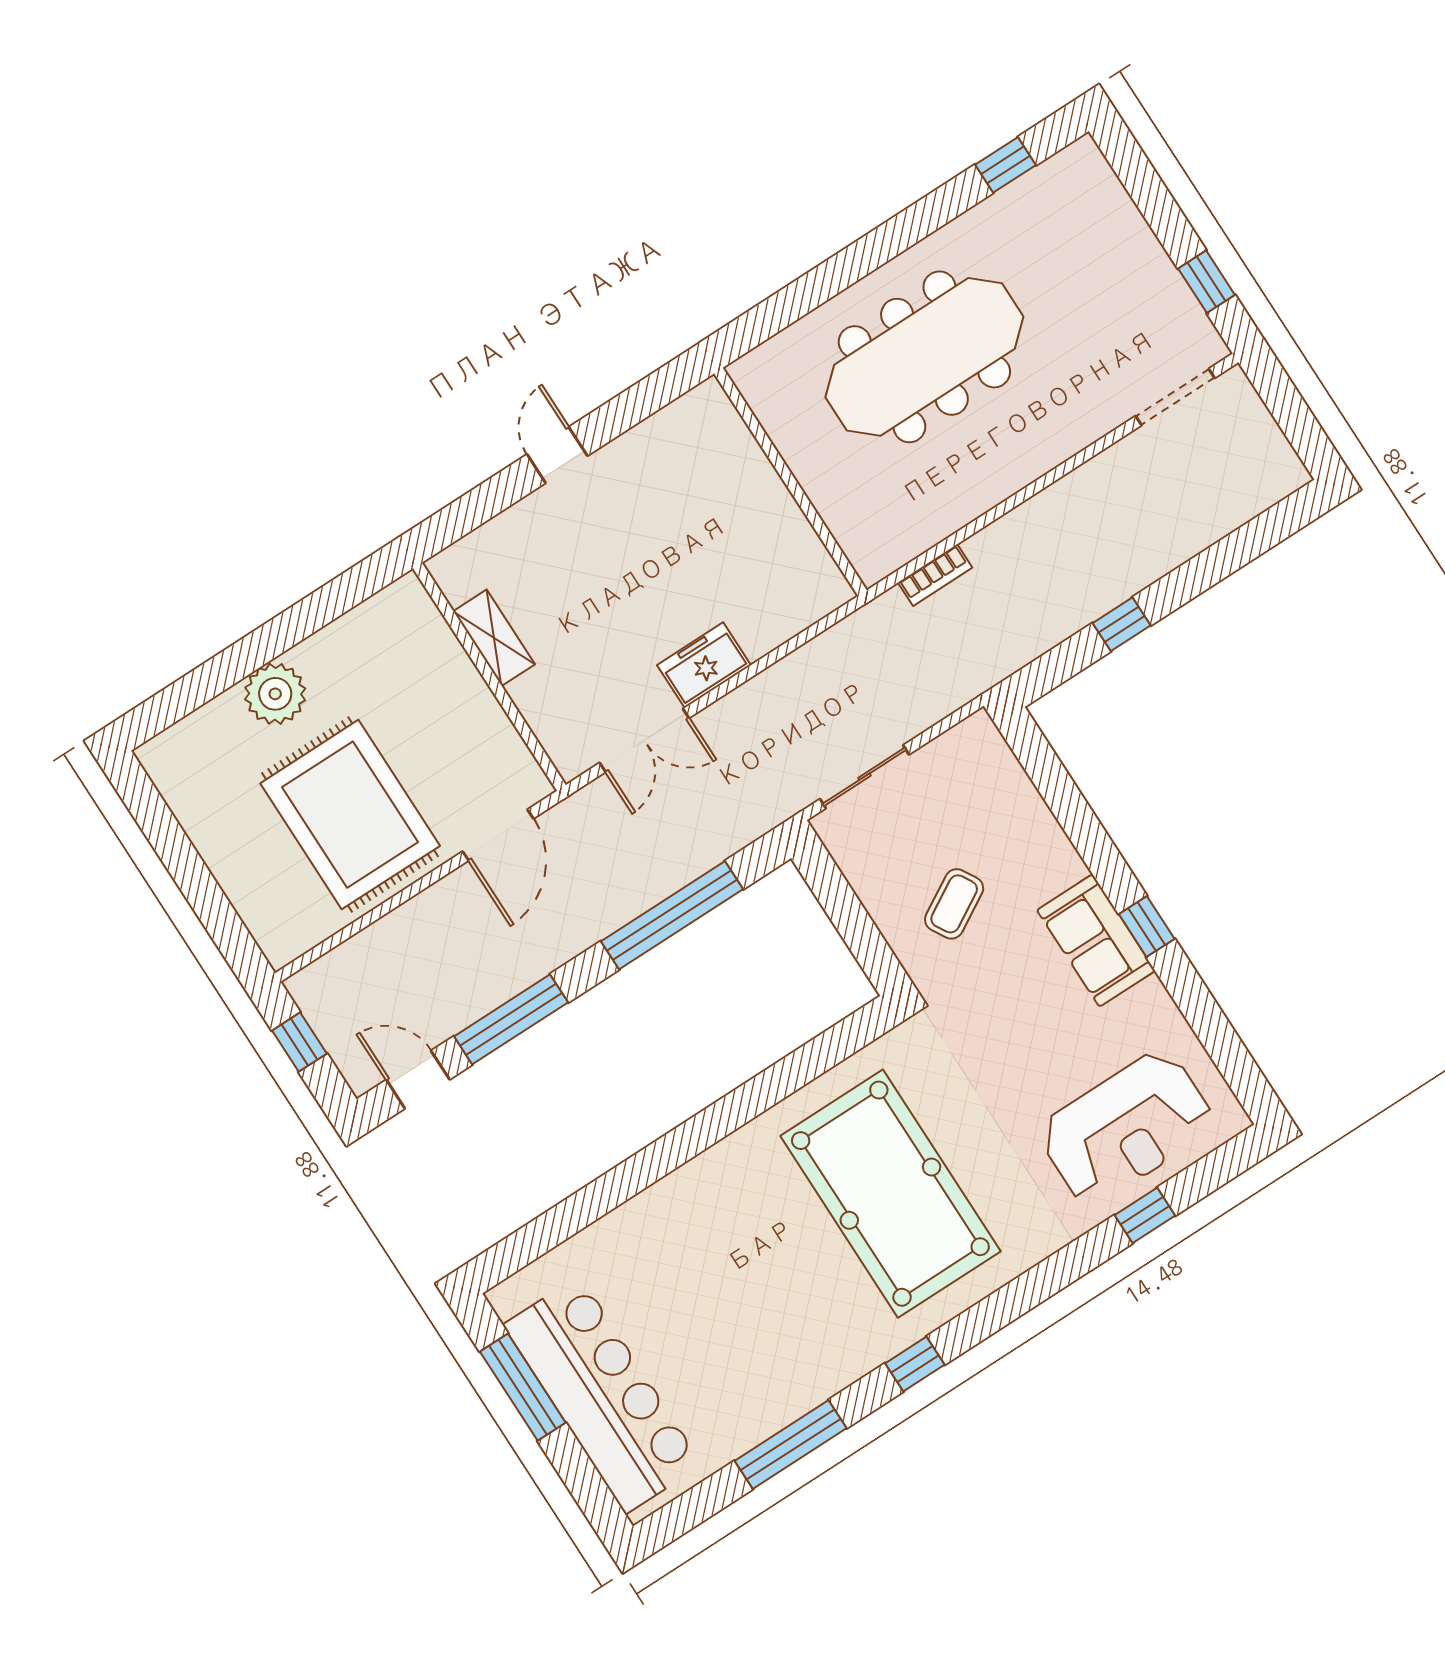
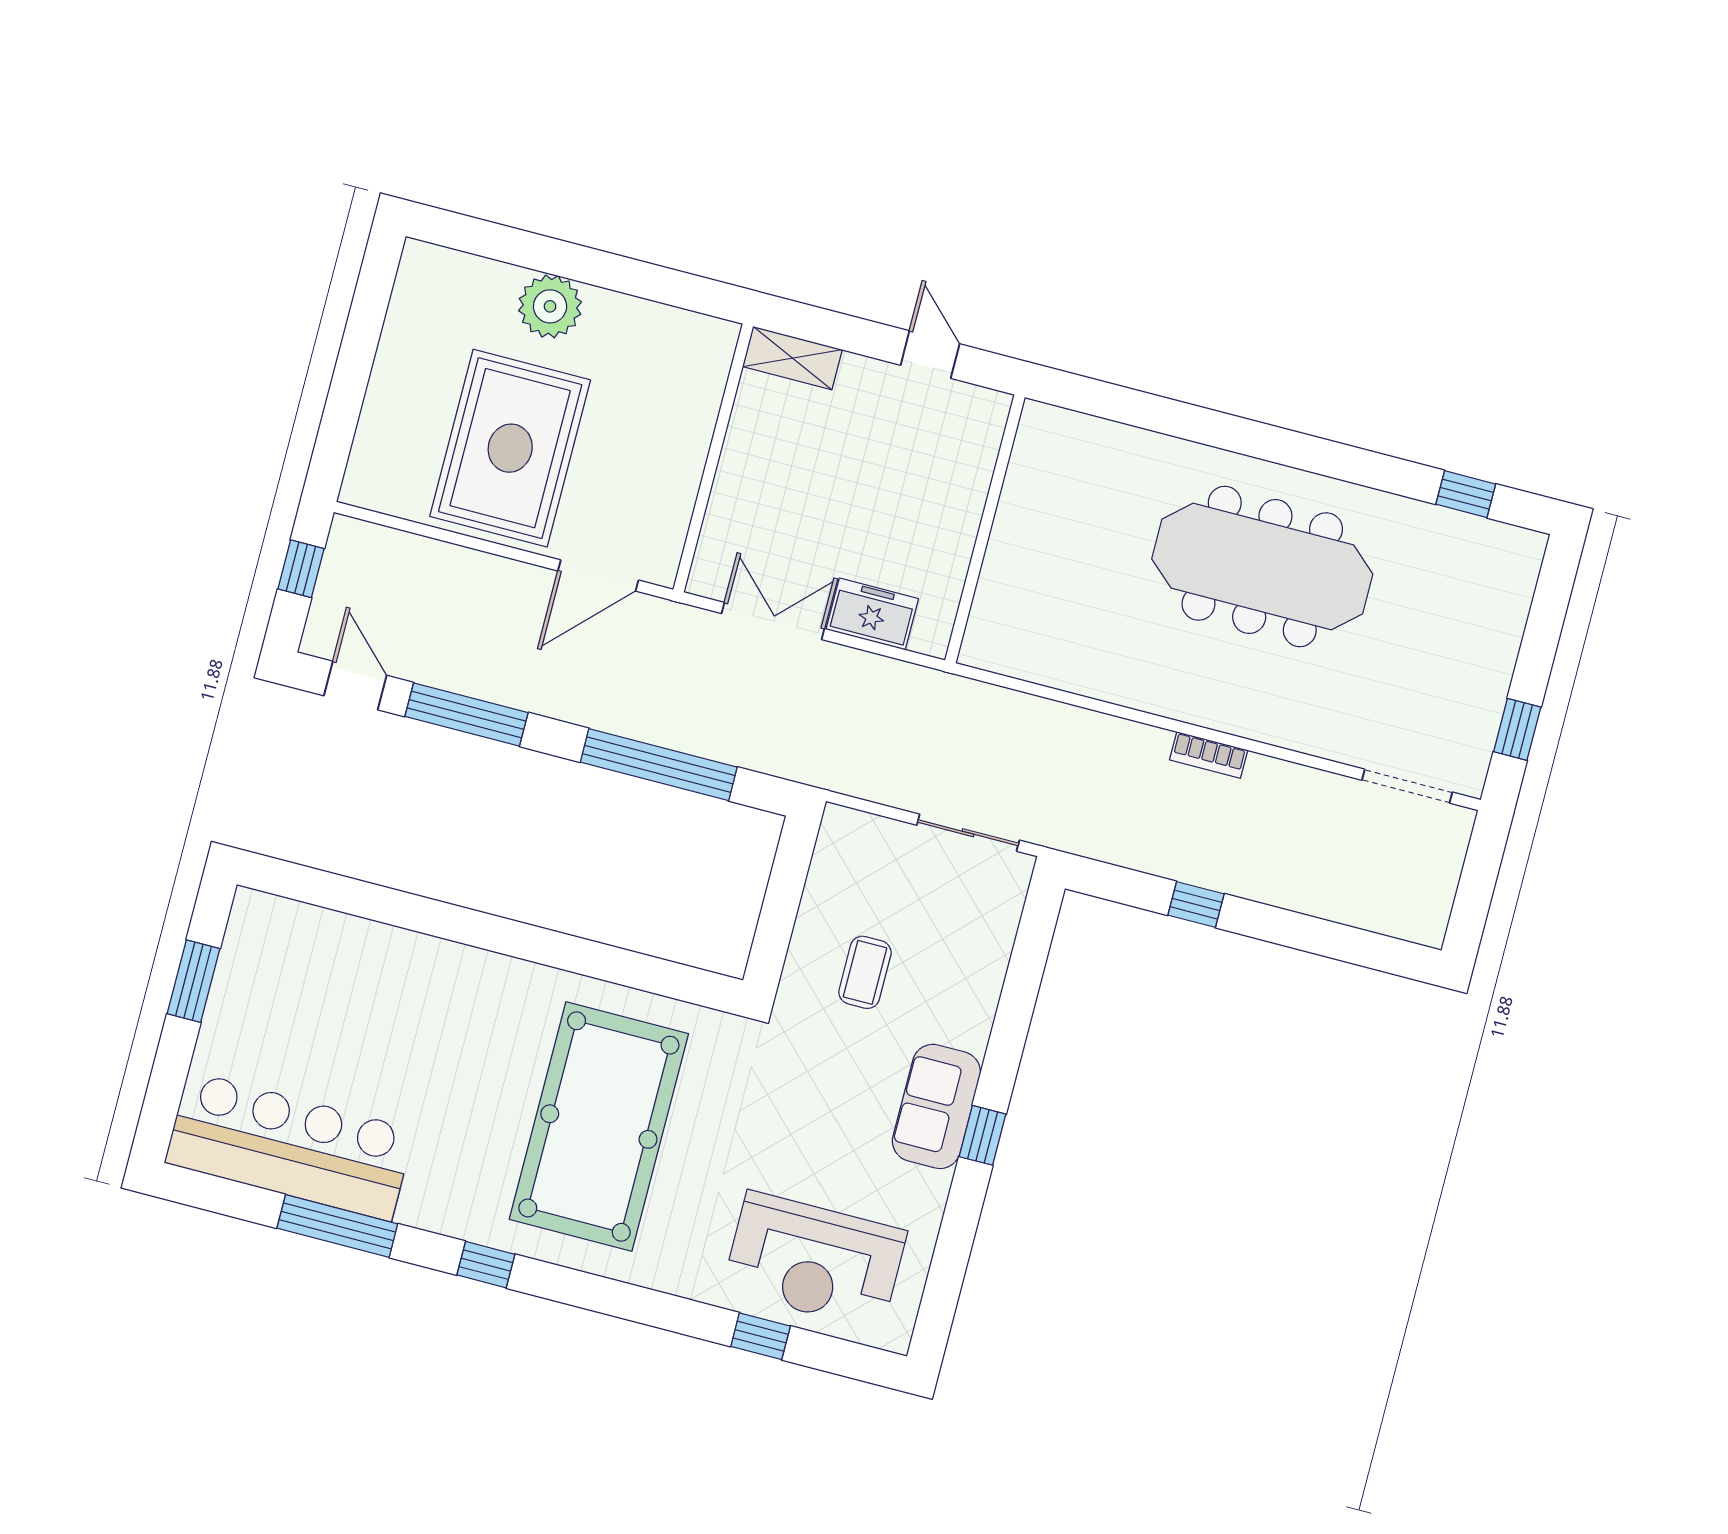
door: (557, 455) -> (930, 355), hinge flipped
wall: (790, 482) -> (985, 529), moved
bookcase: (935, 575) -> (1209, 755), moved
shelving: (494, 638) -> (792, 358), moved, turned 90
double door: (644, 740) -> (773, 621), swing flipped
sliding door: (864, 777) -> (968, 833), moved
coffee table: (954, 904) -> (865, 972), turned -60
window: (523, 1387) -> (194, 981), width x0.69
bar counter: (603, 1395) -> (290, 1146), moved, turned -90

